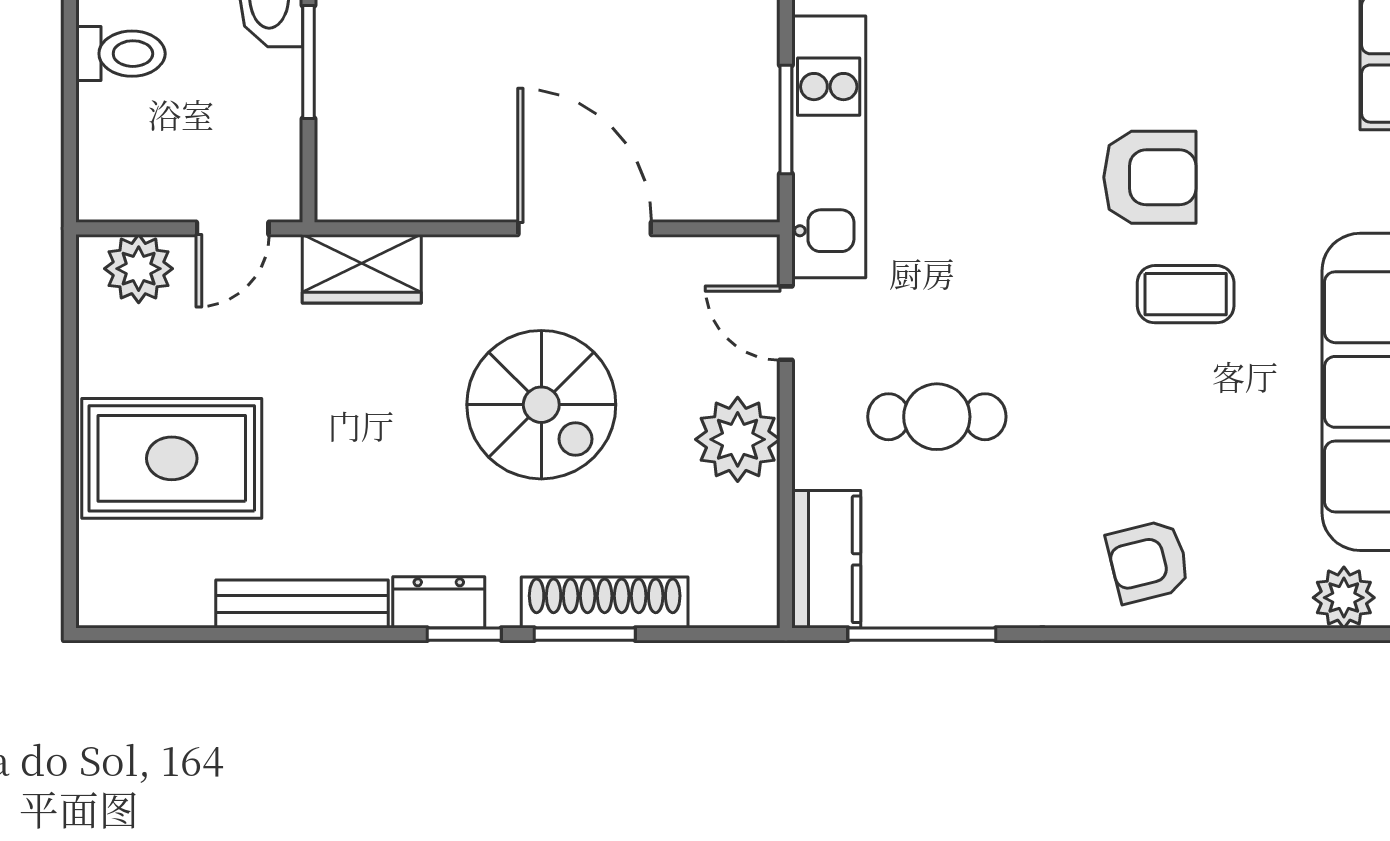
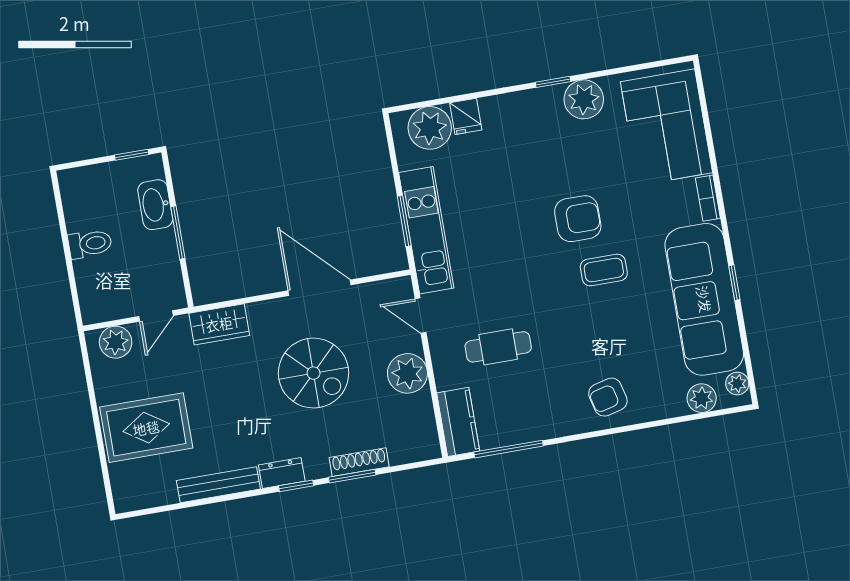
shoe rack: (605, 602) -> (359, 462), width x0.74, depth x0.81

